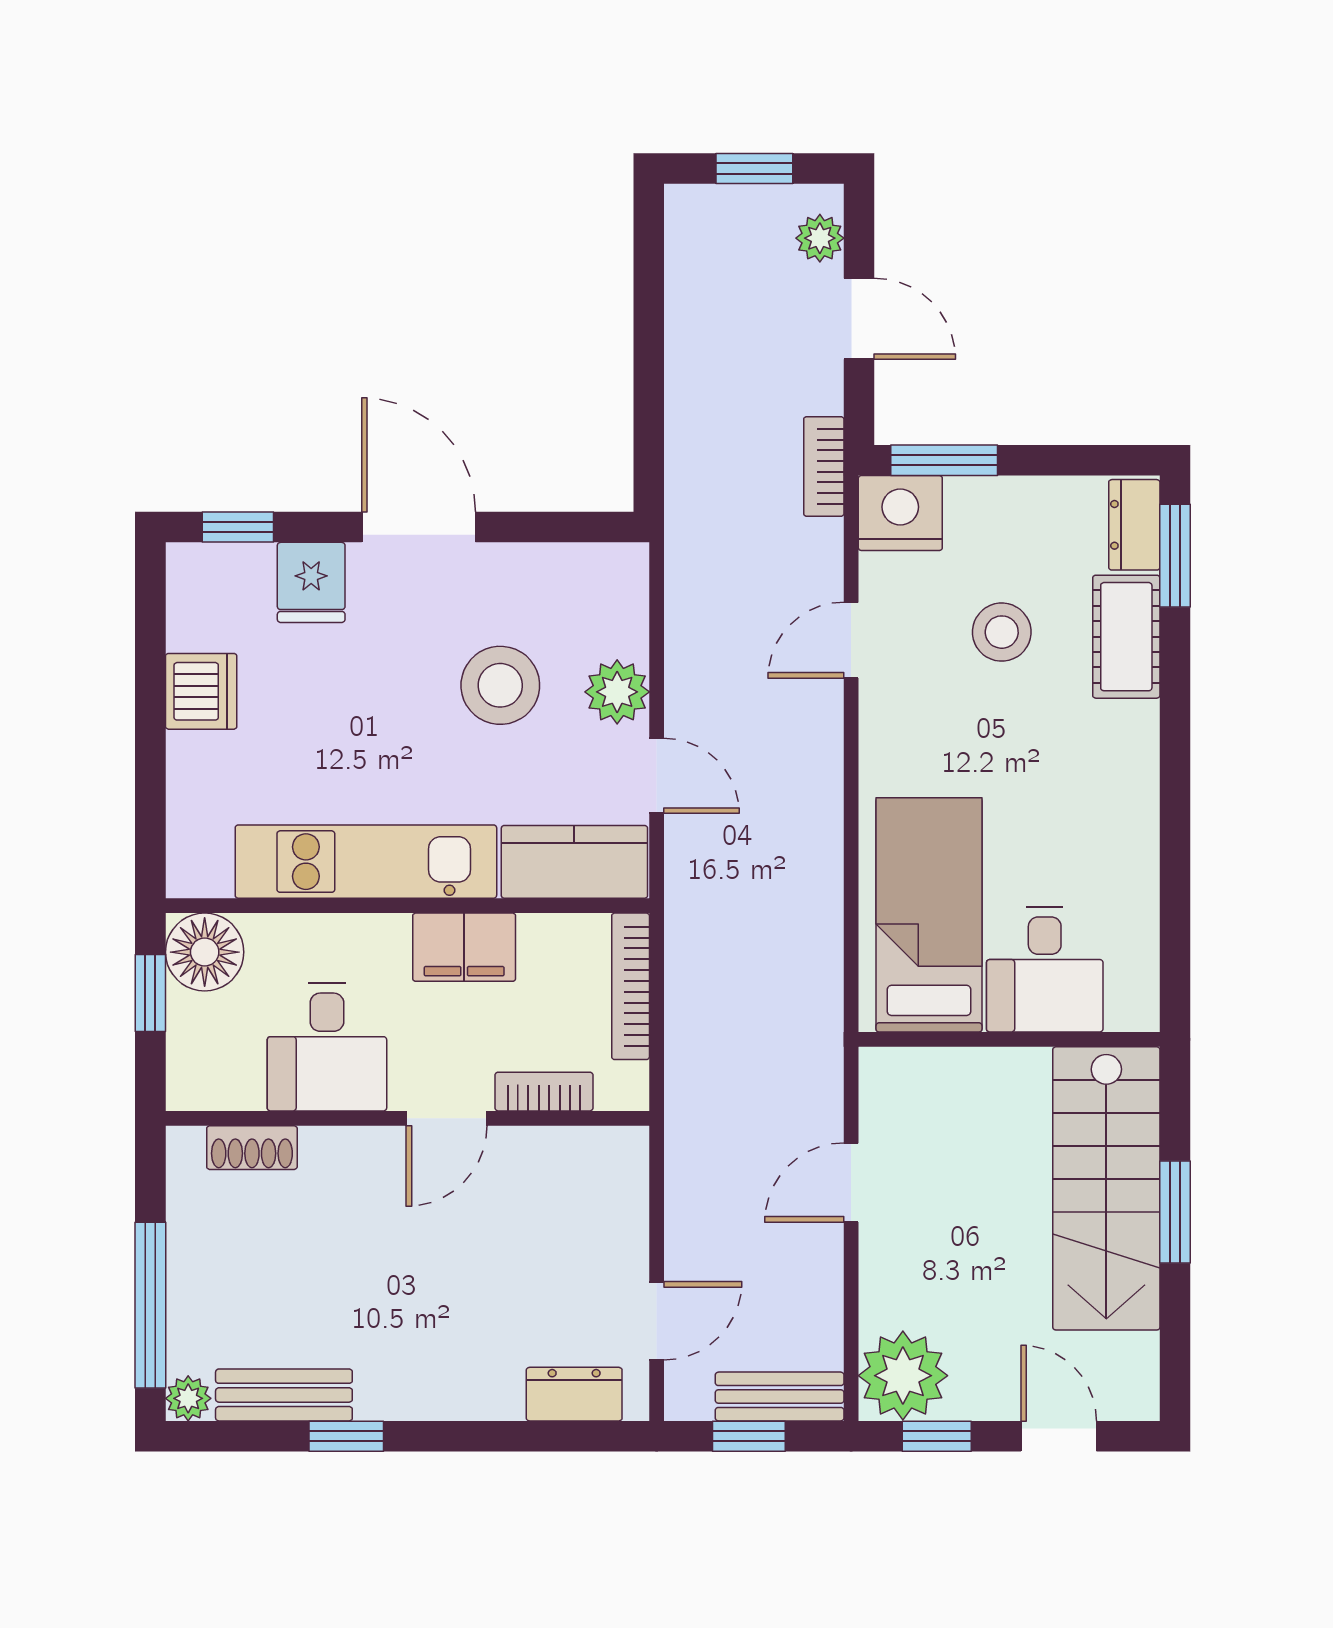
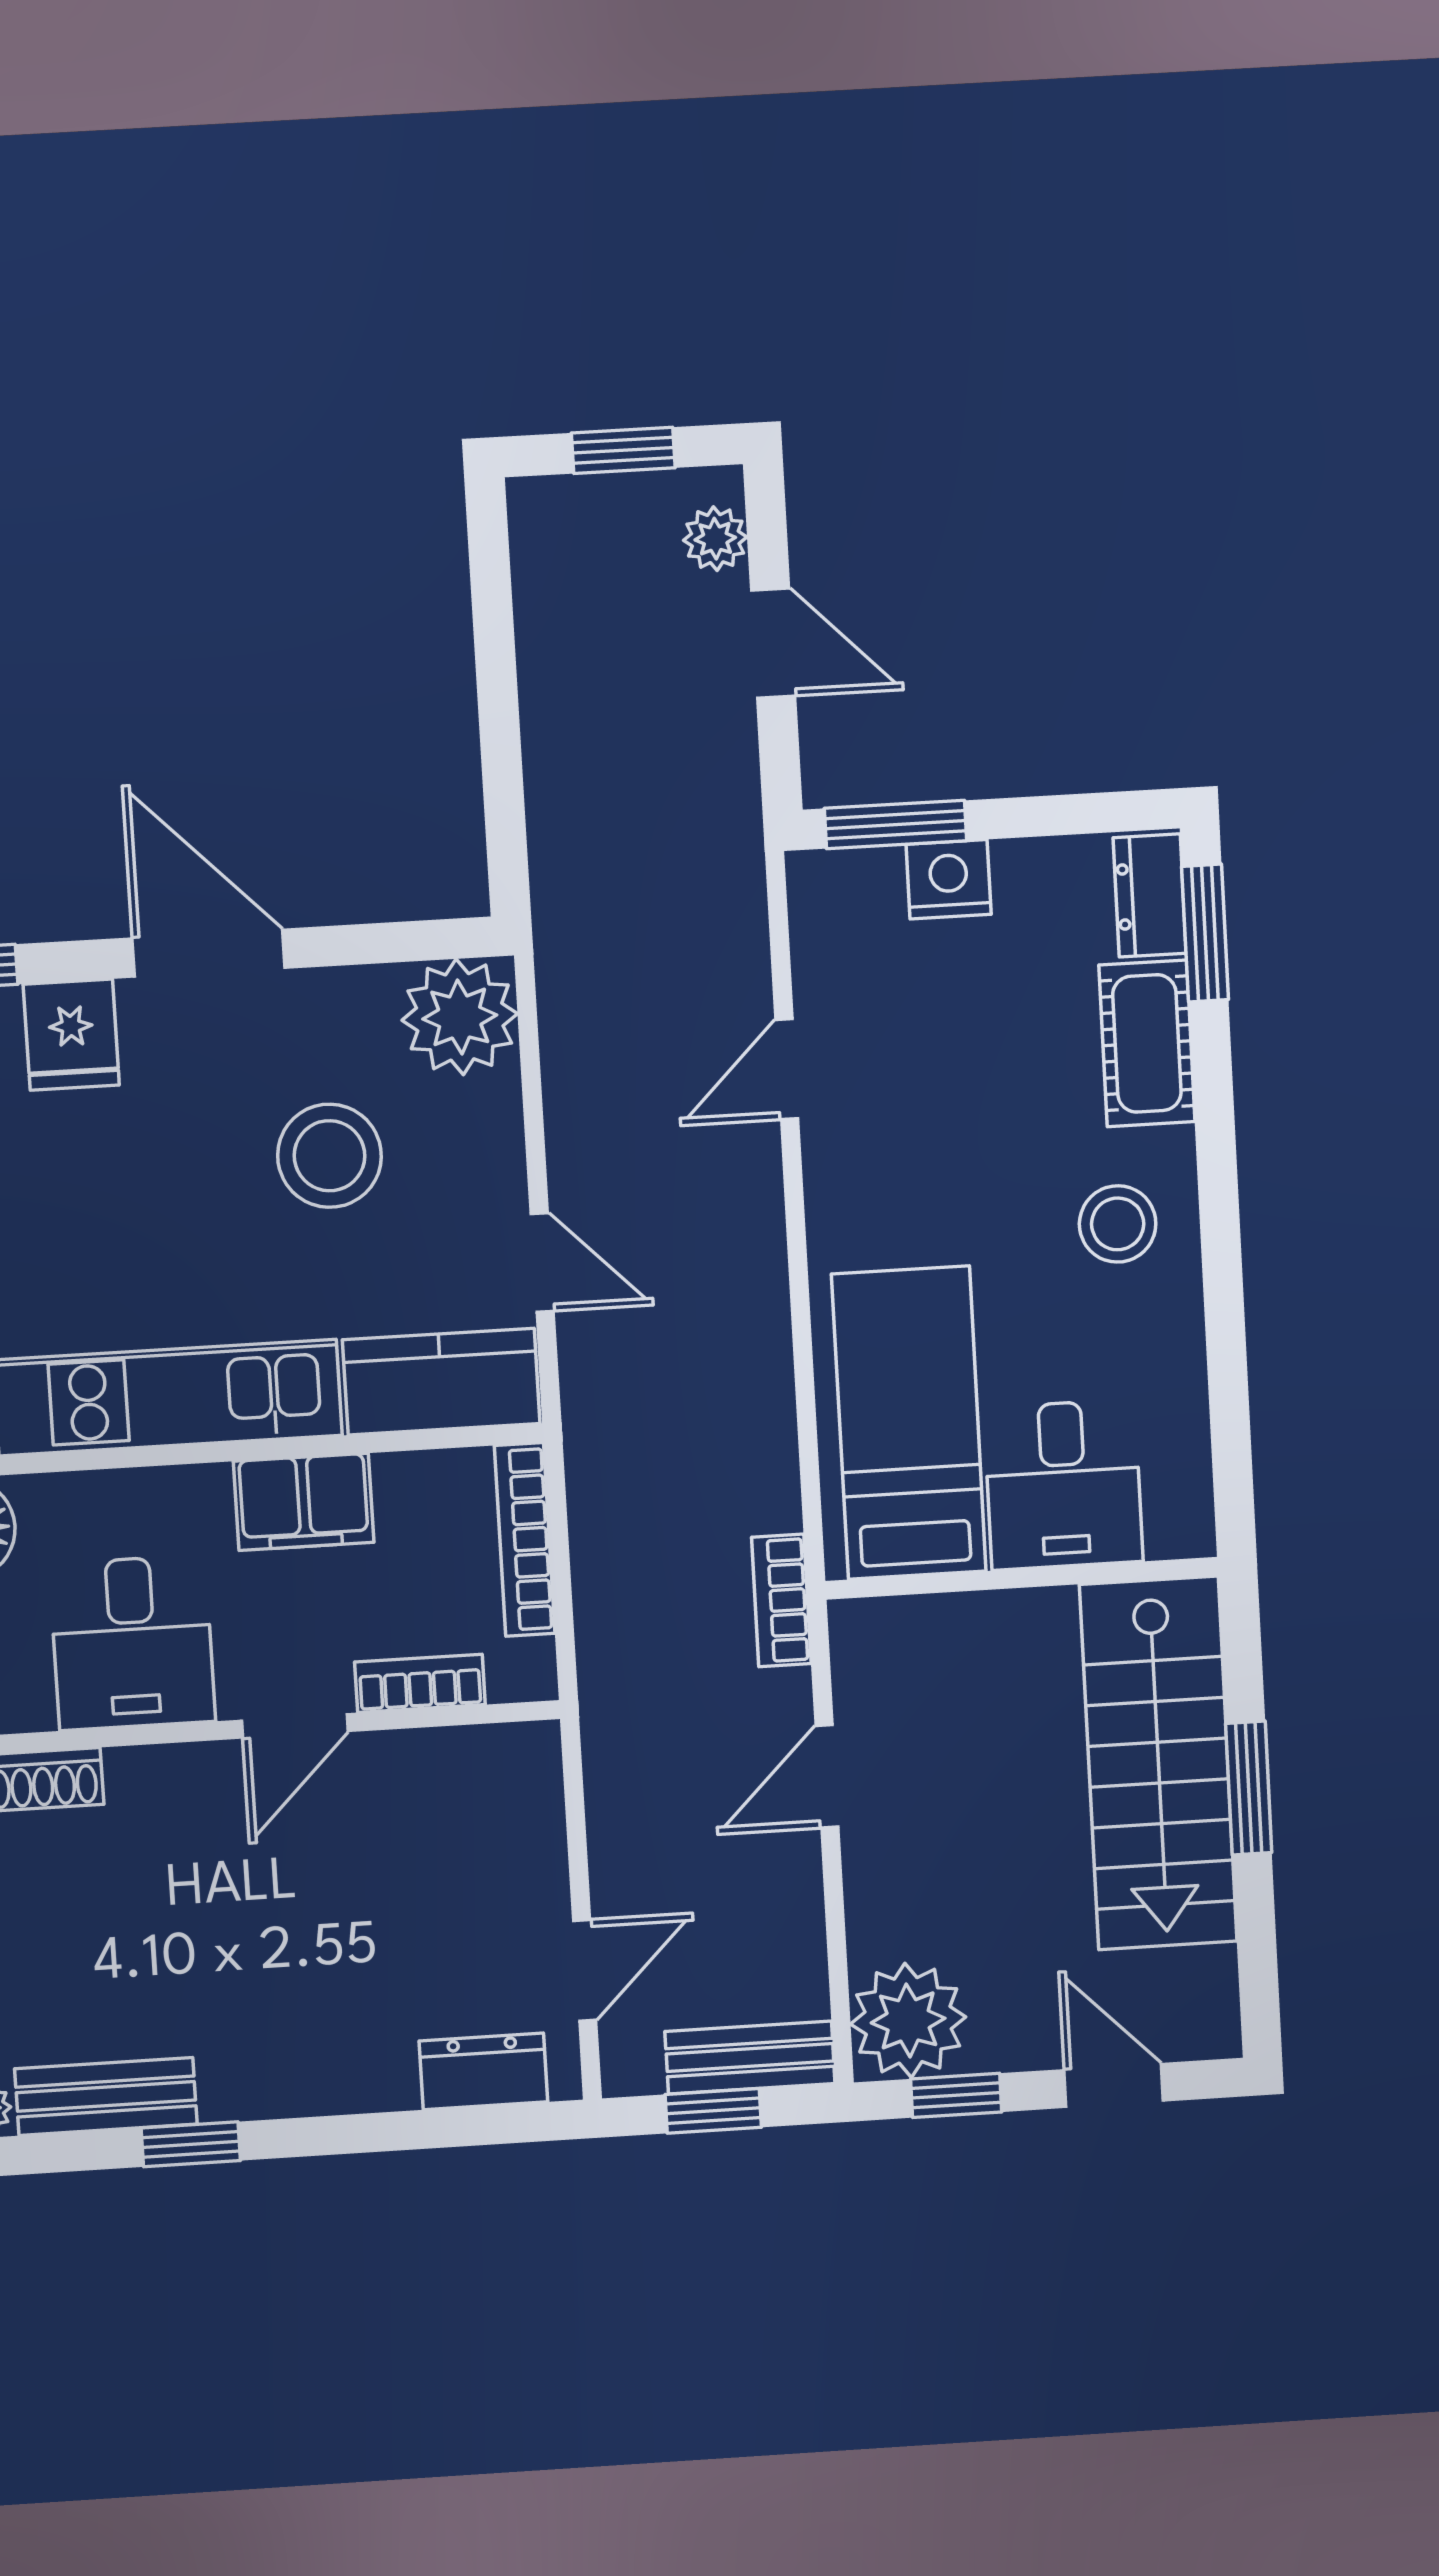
bookcase: (824, 466) -> (781, 1600), moved
nightstand: (900, 513) -> (949, 879), moved, width x0.74, depth x0.75
stool: (1002, 632) -> (1118, 1224), moved
plant: (617, 692) -> (460, 1017), moved, width x1.36, depth x1.36

